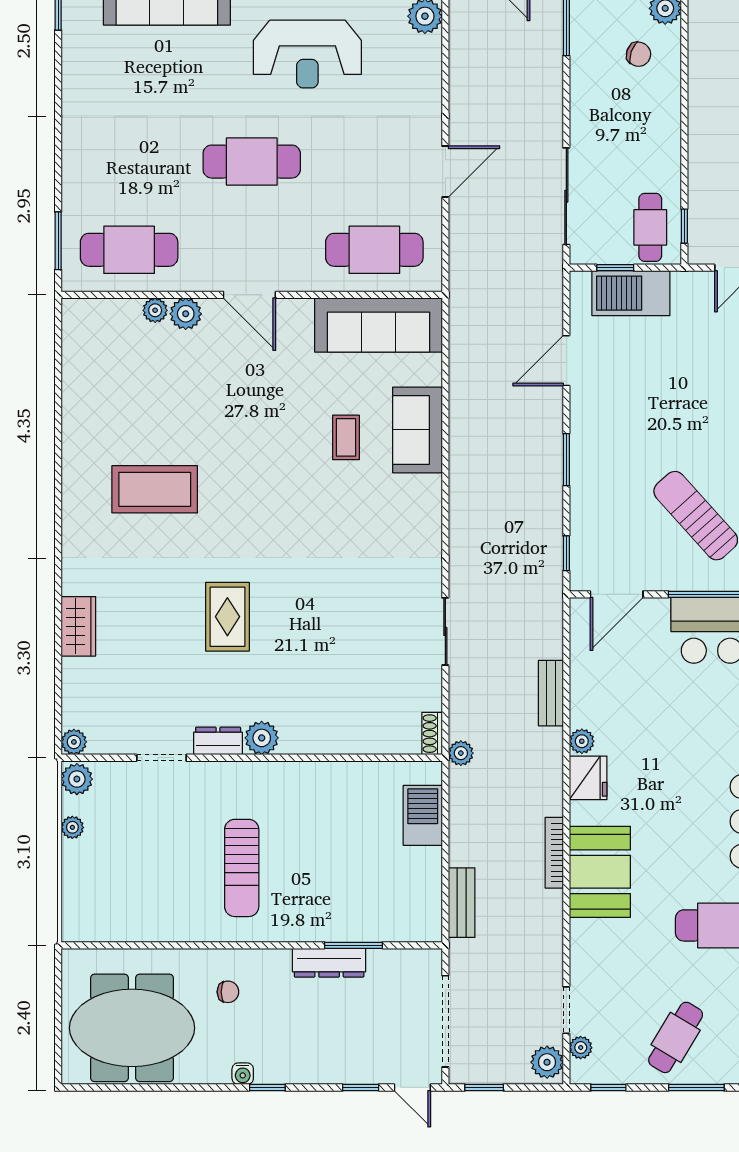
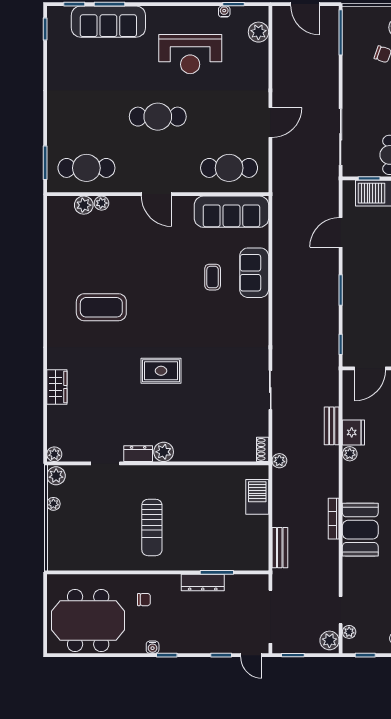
plant: (186, 314) -> (84, 205), moved
rug: (227, 617) -> (161, 371), moved, turned 90
fridge: (588, 778) -> (353, 432), moved

